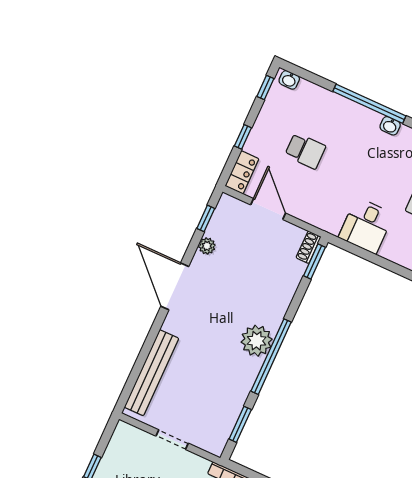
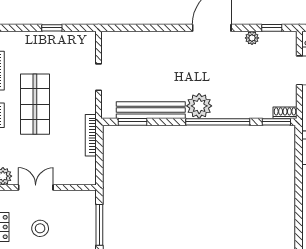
window: (271, 357) -> (218, 122), moved
bench: (152, 373) -> (151, 110), moved

